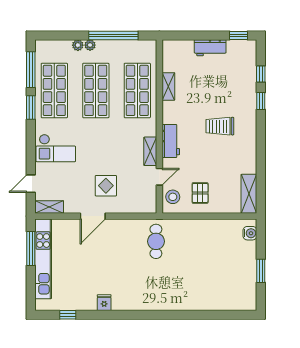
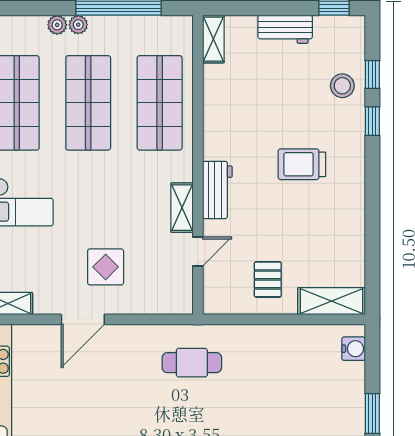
shelving: (168, 86) -> (213, 39), moved
shelving: (249, 194) -> (331, 301), moved, turned 90
stool: (173, 197) -> (342, 86), moved
cafe table: (156, 241) -> (192, 363), turned 90

